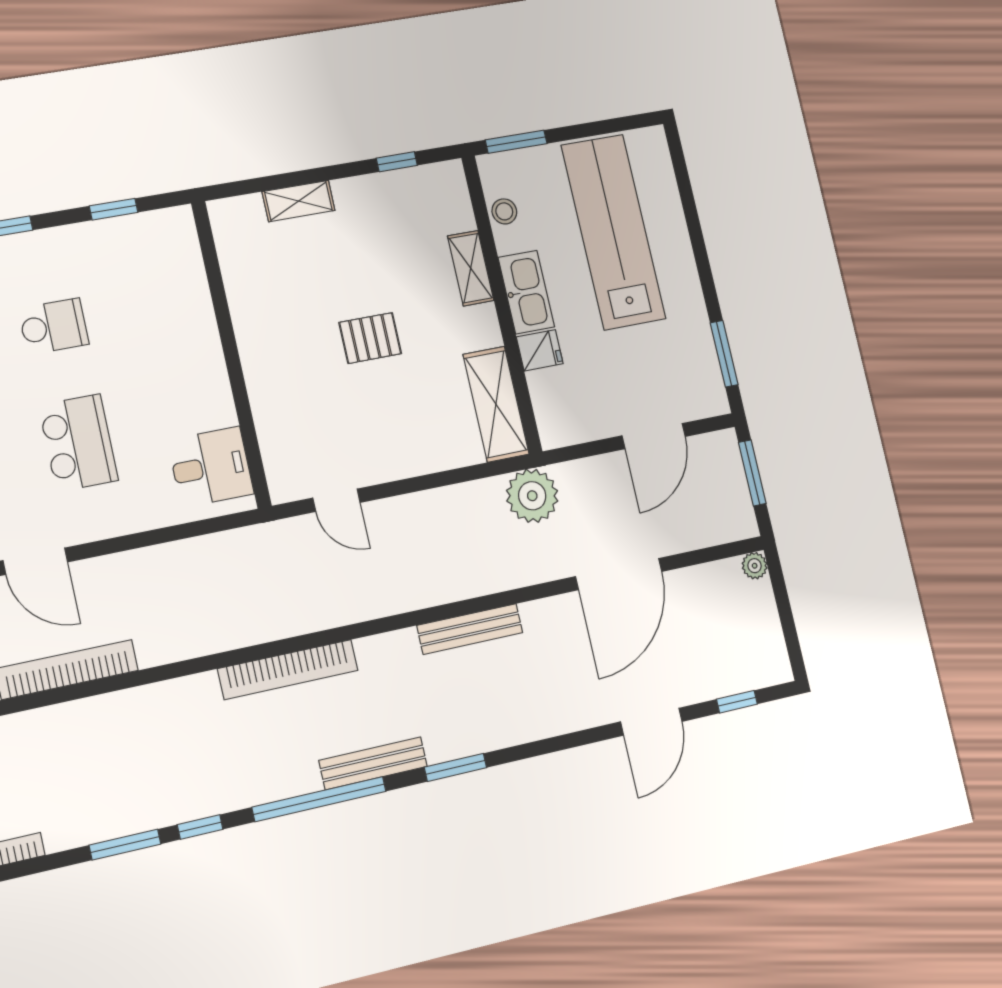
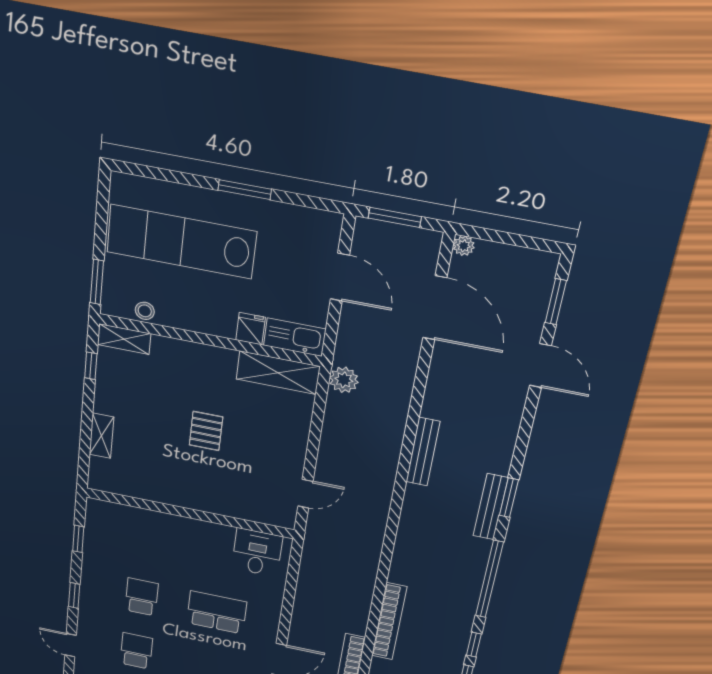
shelving: (471, 268) -> (124, 339), moved
kitchen sink: (526, 292) -> (295, 337), moved
window: (724, 354) -> (245, 190), moved
plant: (532, 496) -> (344, 380), width x0.73, depth x0.73
door: (619, 574) -> (435, 308), moved
bookcase: (288, 670) -> (389, 621), moved
window: (737, 702) -> (556, 302), width x1.50
bench: (373, 763) -> (490, 507), moved

